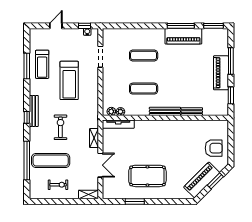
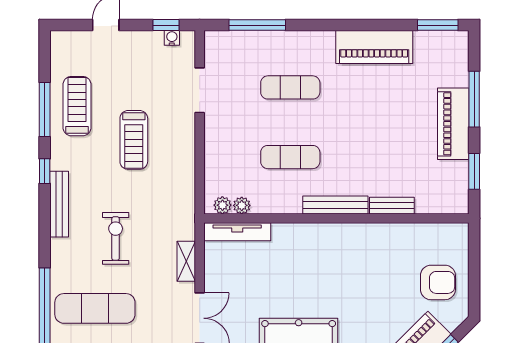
window: (181, 26) -> (257, 25), moved
treadmill: (42, 64) -> (77, 106), turned 180
treadmill: (69, 80) -> (134, 140), width x0.73, depth x0.73
window: (27, 117) -> (45, 171), moved

